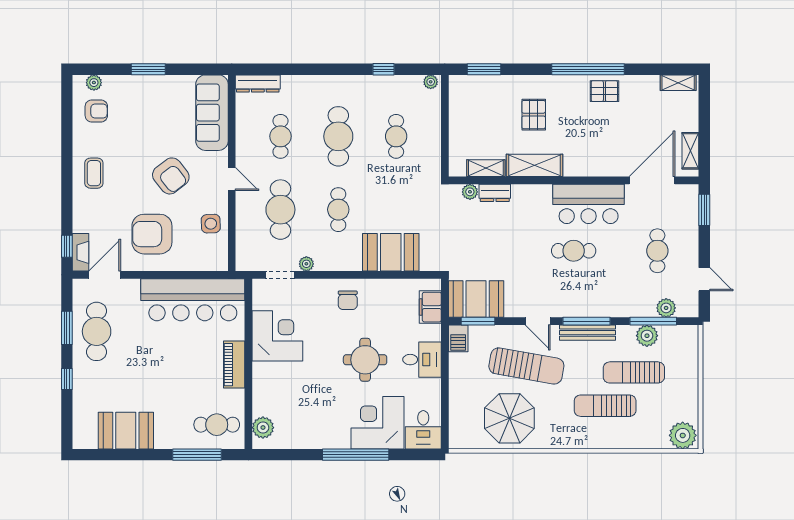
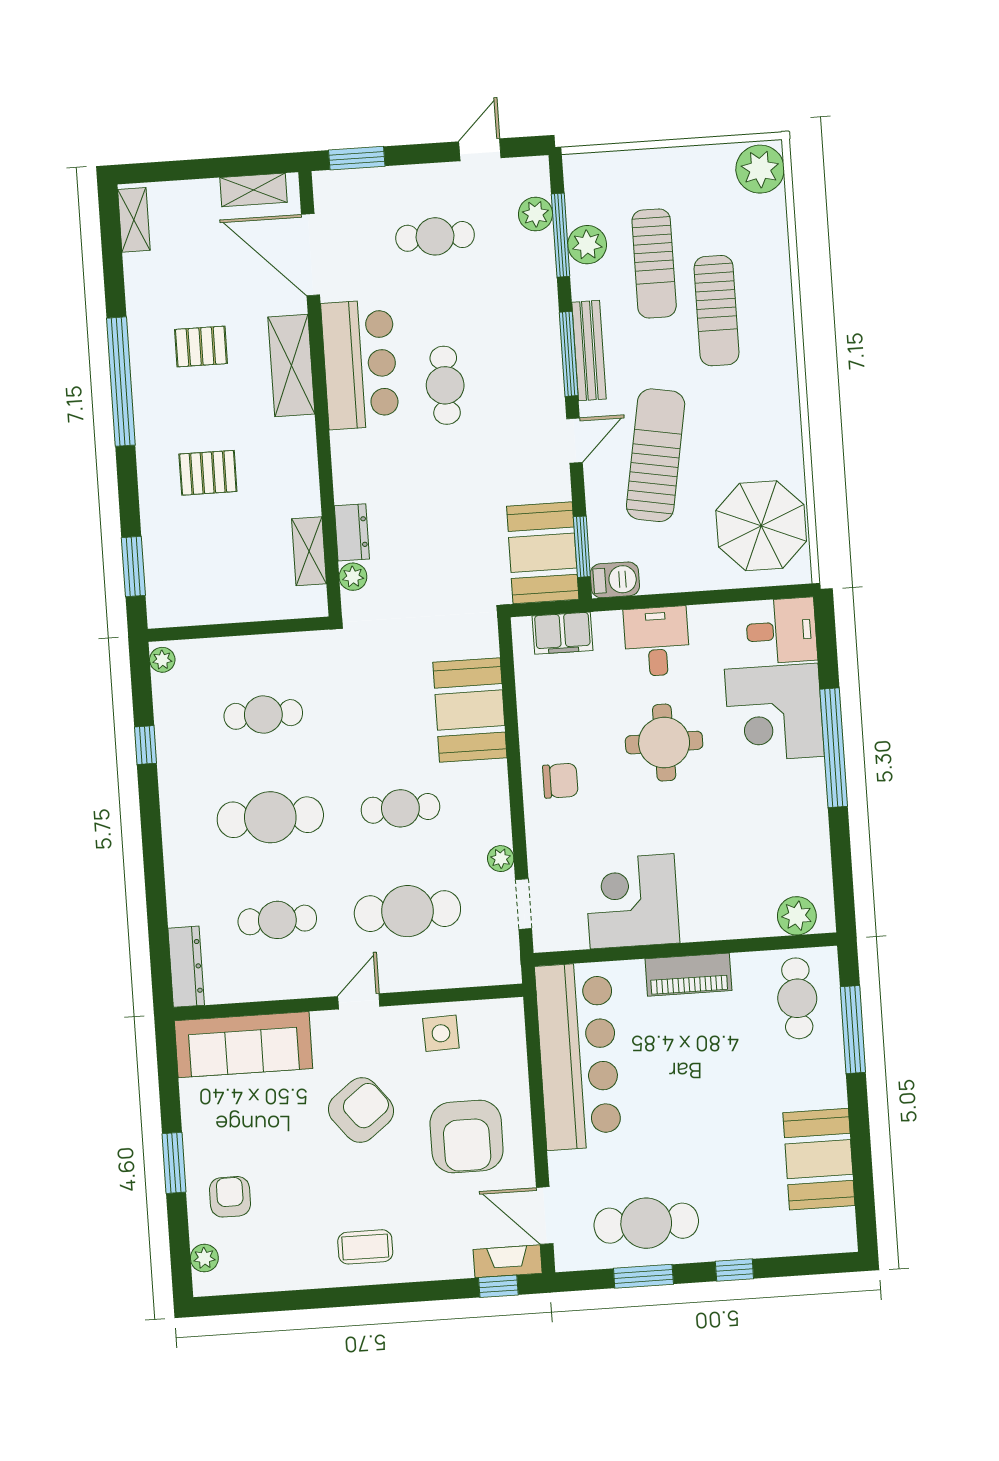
pallet: (604, 91) -> (201, 346), moved, turned 90
armchair: (96, 111) -> (230, 1197), moved
shelving: (534, 165) -> (291, 365), moved
parasol: (509, 418) -> (761, 526), moved

